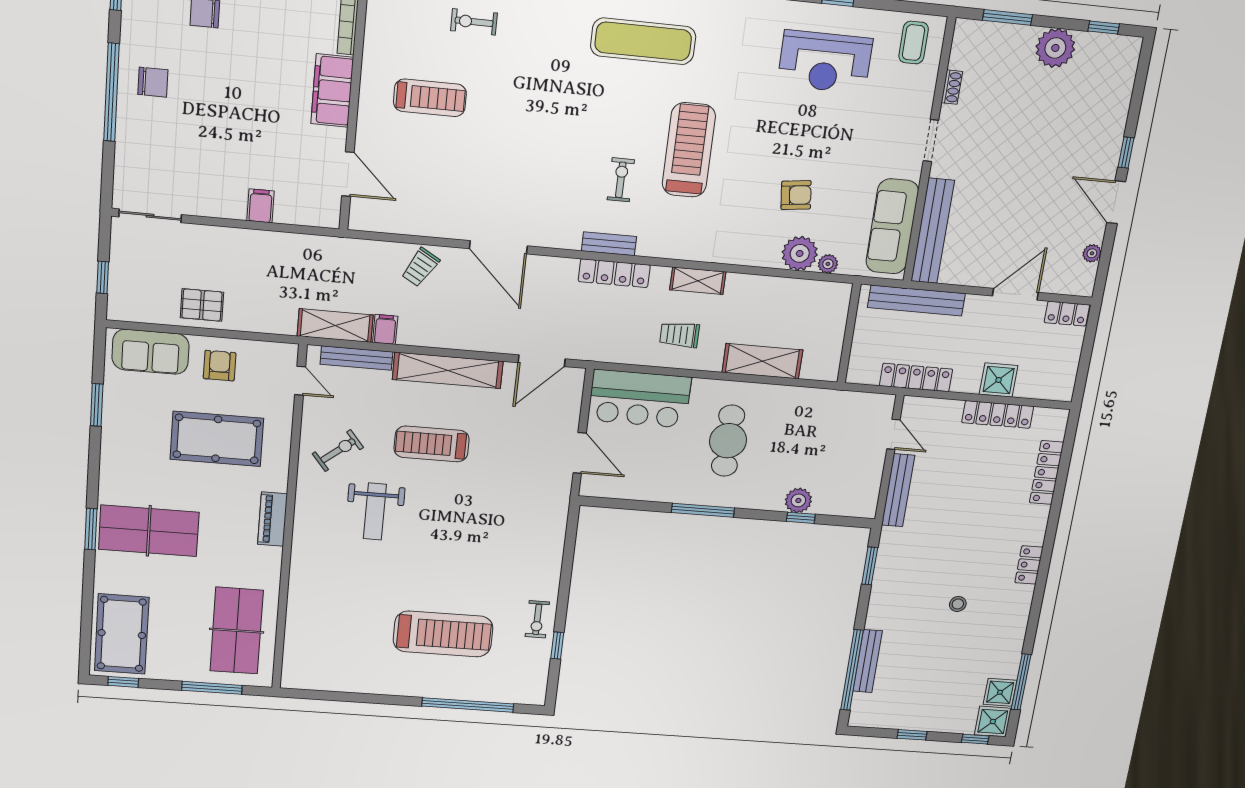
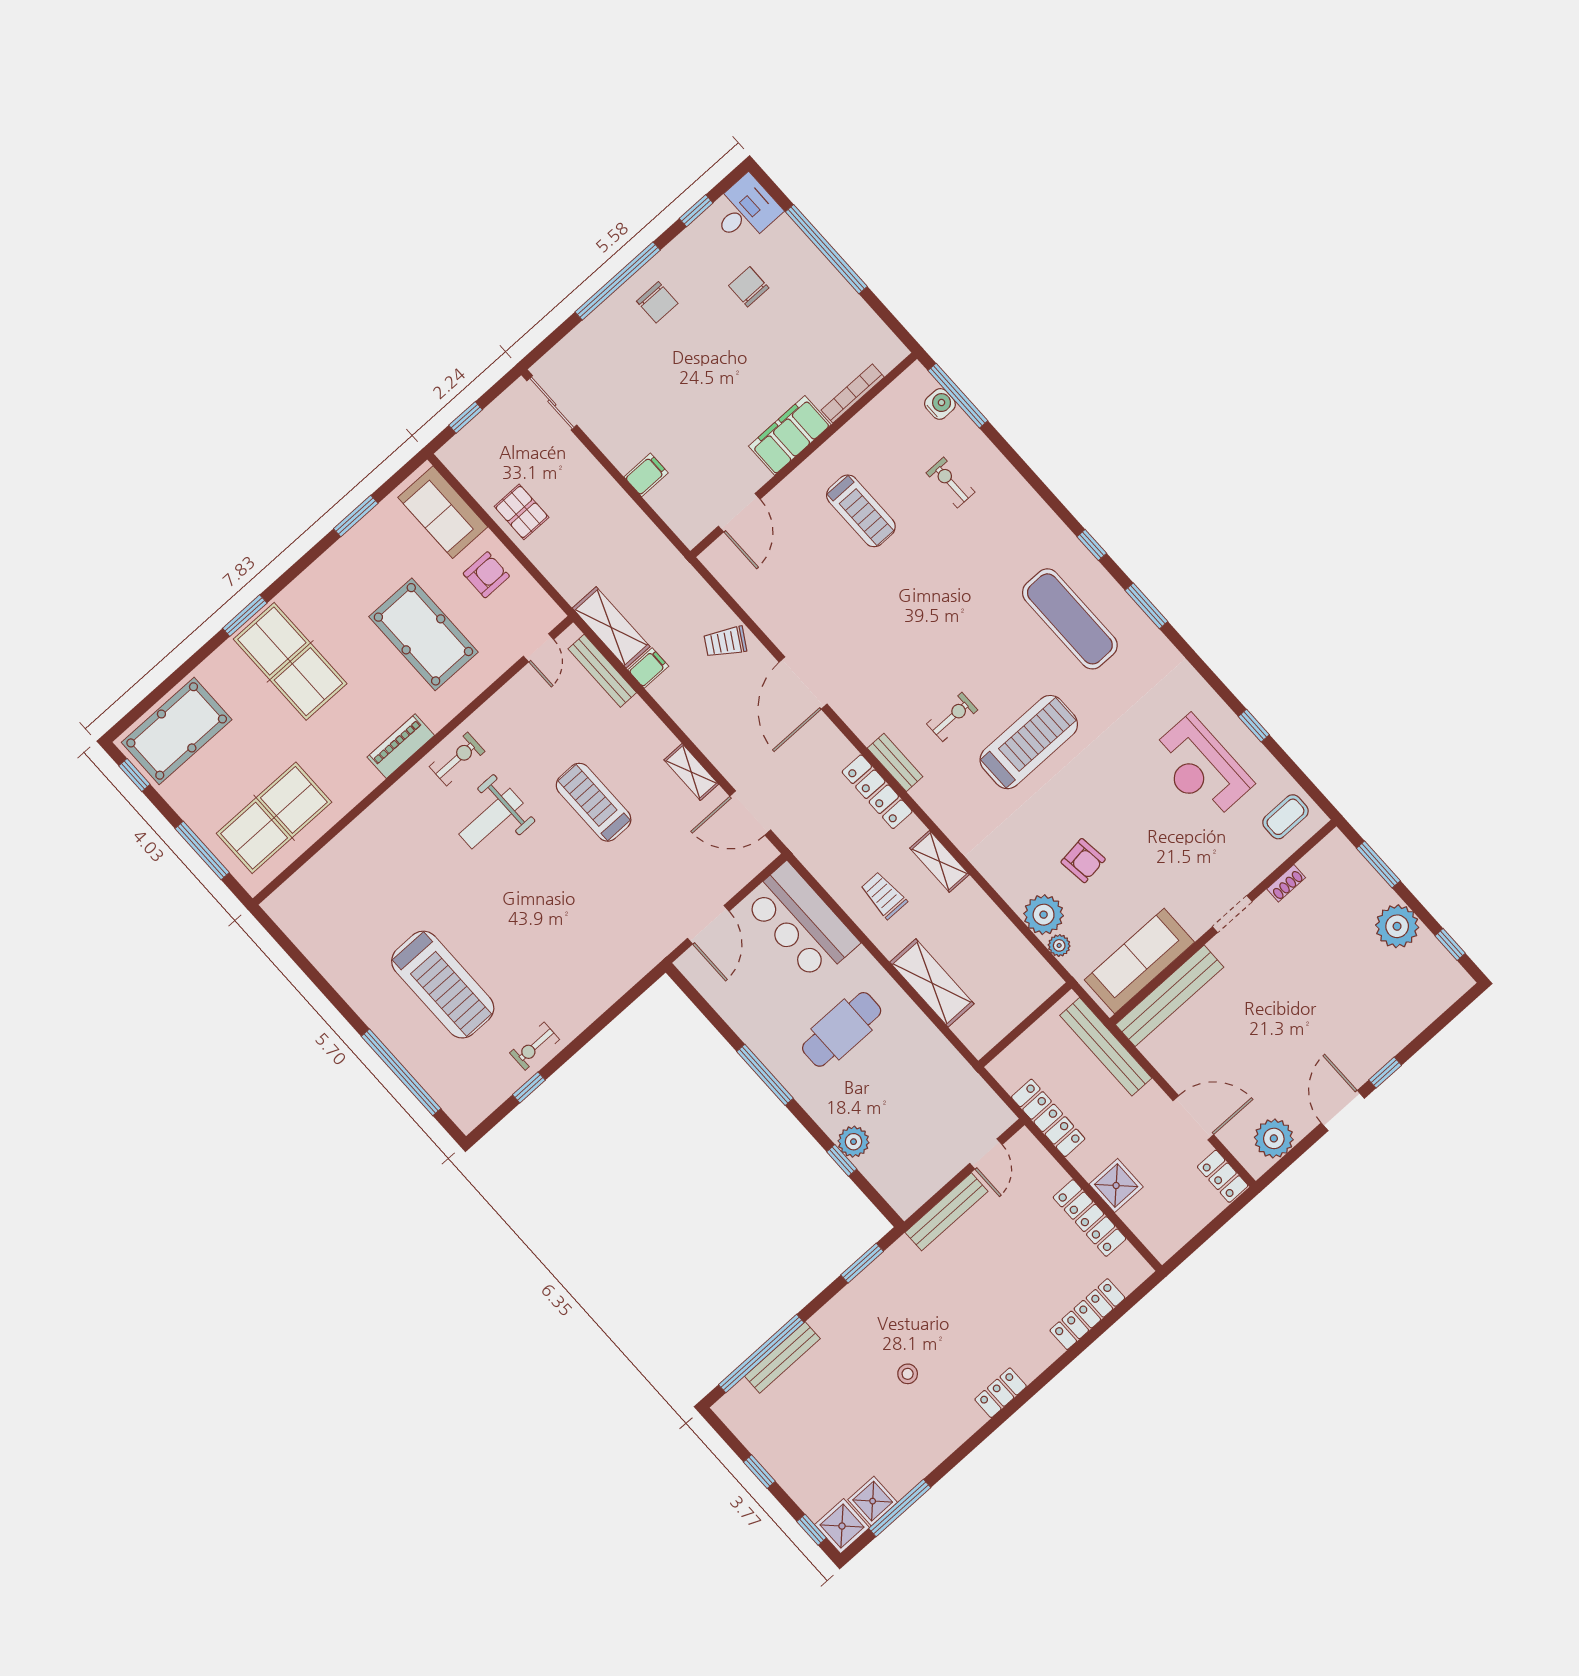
plant: (1092, 253) -> (1274, 1138), width x1.87, depth x1.87
shelving: (448, 370) -> (691, 772), width x0.45, depth x0.75
exercise bike: (338, 451) -> (457, 759), moved, turned -51

